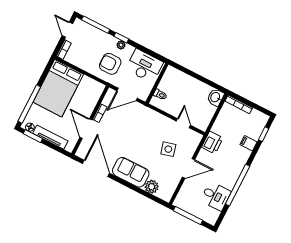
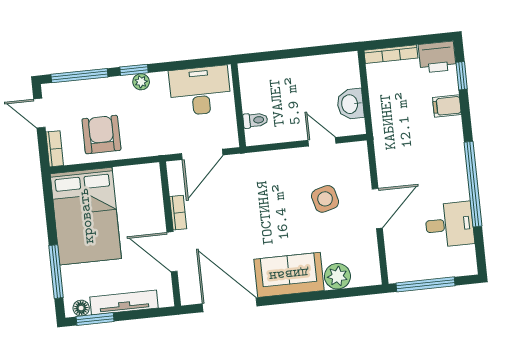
armchair: (110, 64) -> (101, 135), moved, turned 90
washbasin: (216, 97) -> (350, 104), moved
window: (29, 104) -> (56, 272), width x0.68
printer: (212, 142) -> (437, 57), moved, turned 90

